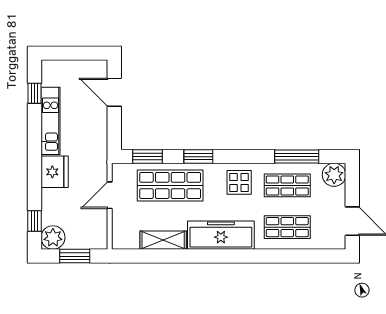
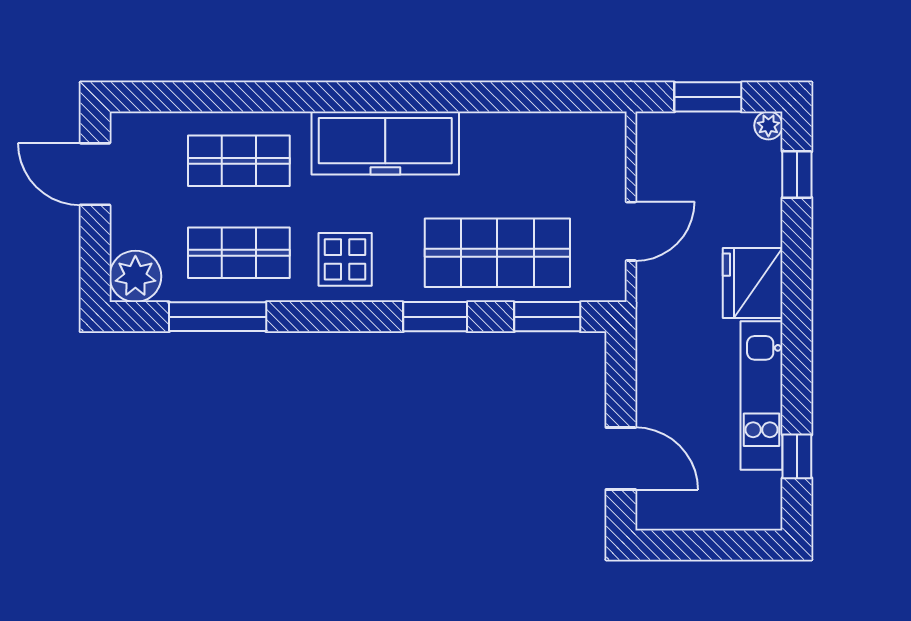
plant: (53, 238) -> (768, 125), width x0.53, depth x0.53
shelving: (163, 240) -> (513, 132), removed

